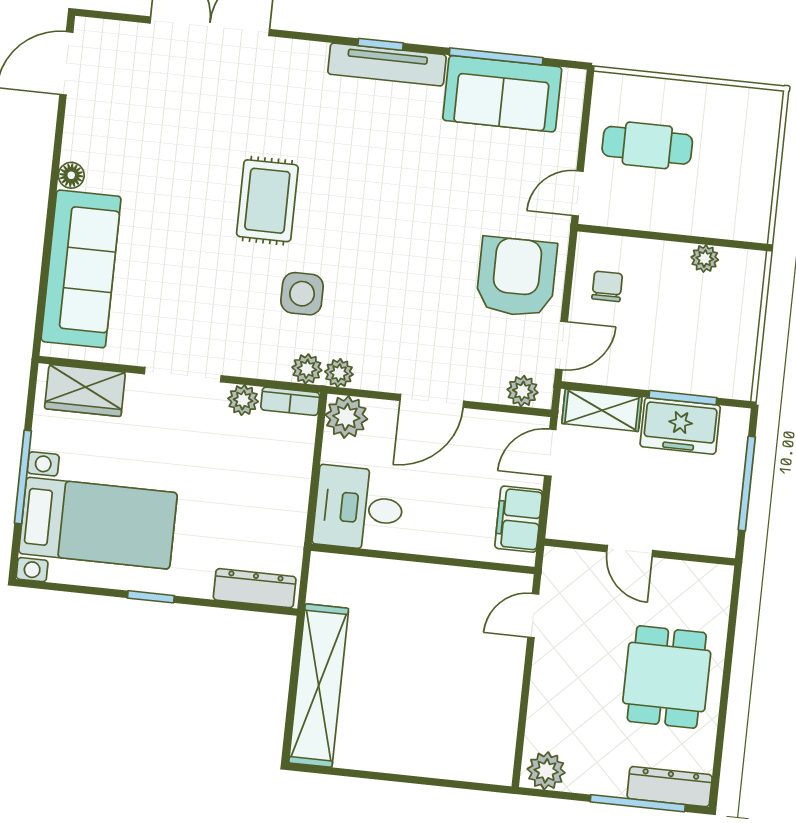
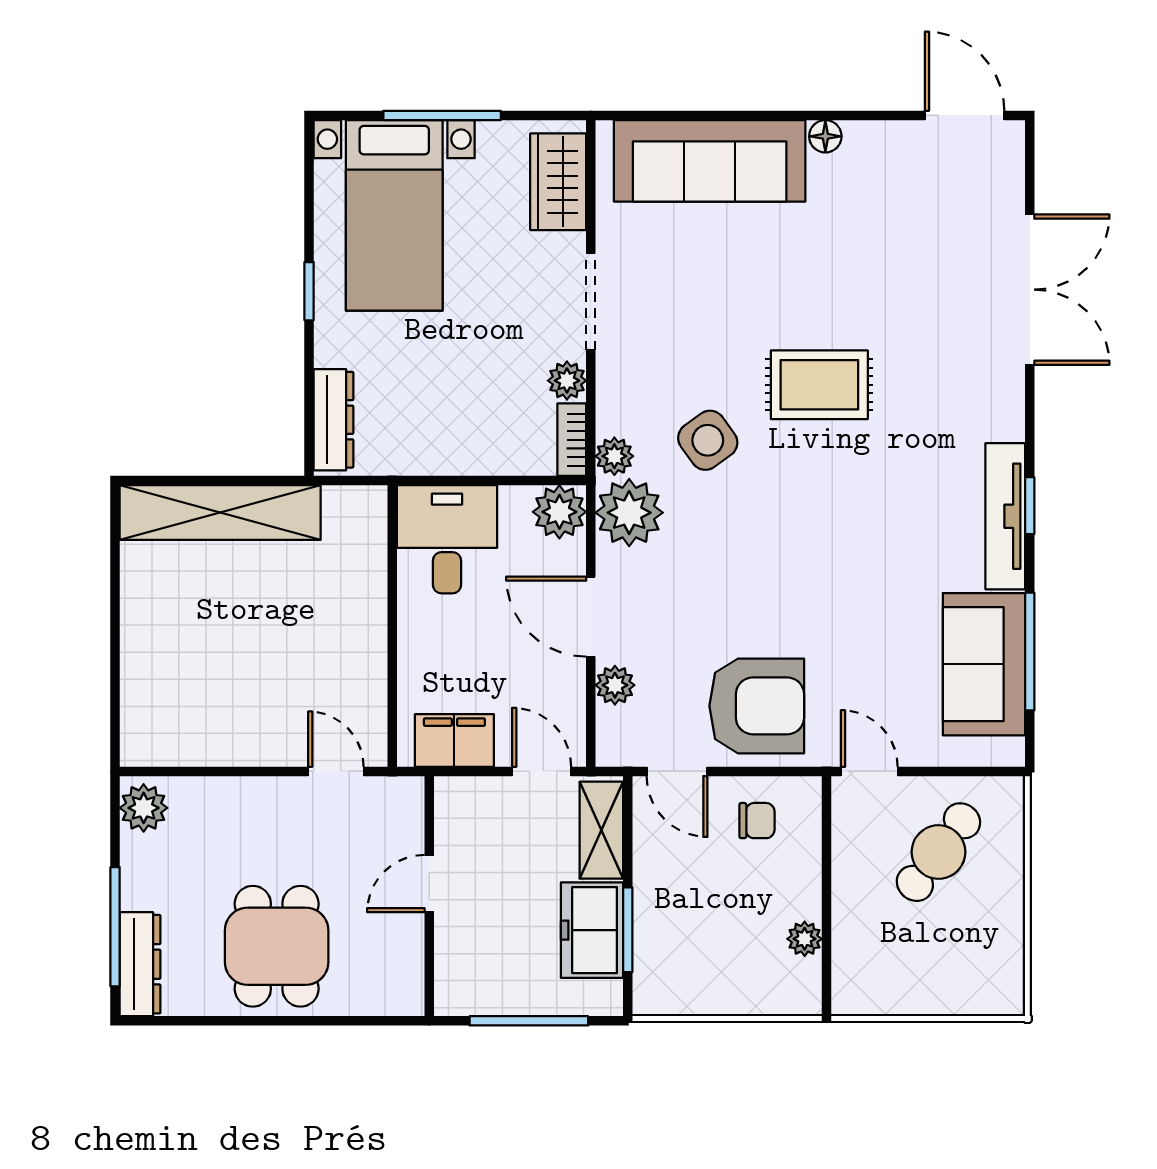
cafe table: (647, 145) -> (938, 852), turned 37
side table: (302, 294) -> (708, 440), turned -36
plant: (339, 373) -> (629, 513), width x1.88, depth x1.88
plant: (523, 391) -> (615, 685), moved
dining table: (667, 677) -> (277, 946), turned 90

